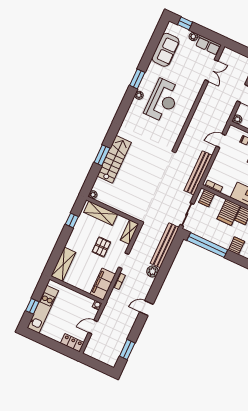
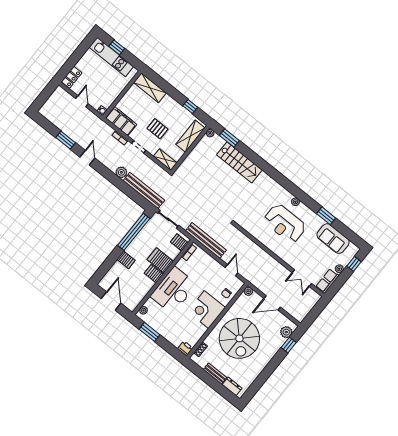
window: (137, 79) -> (326, 216), moved
window: (102, 155) -> (229, 138), moved
window: (127, 350) -> (66, 140), moved

